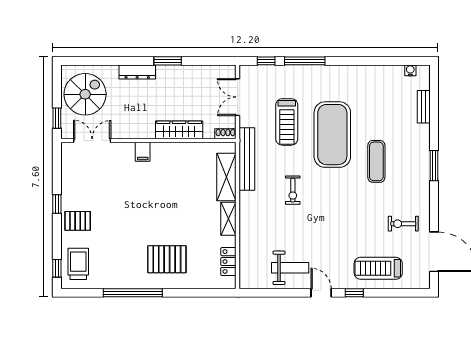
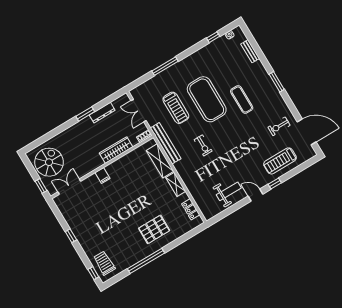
window: (266, 61) -> (213, 37), moved
dresser: (137, 72) -> (102, 113), moved
pallet: (78, 221) -> (89, 238), removed

